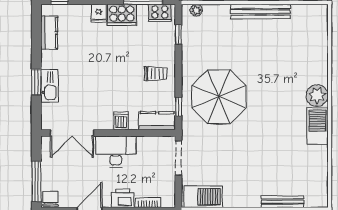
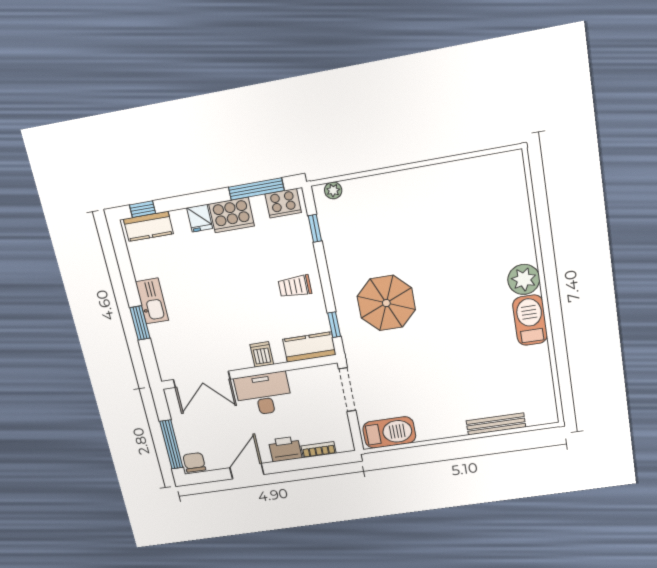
bench: (260, 12) -> (425, 176), removed
kitchen counter: (49, 33) -> (148, 226), moved, turned 90
trolley: (156, 74) -> (295, 286), turned 180
kitchen sink: (49, 86) -> (152, 301), moved
parasol: (219, 97) -> (386, 303), width x0.73, depth x0.73

